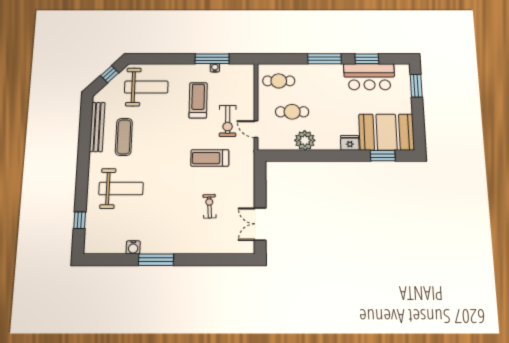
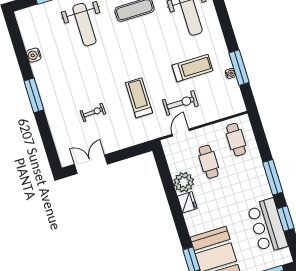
exercise bike: (228, 121) -> (180, 103), turned 180
fridge: (350, 143) -> (187, 202), moved
window: (156, 260) -> (34, 95), moved

